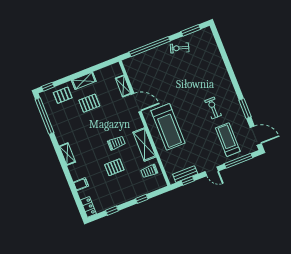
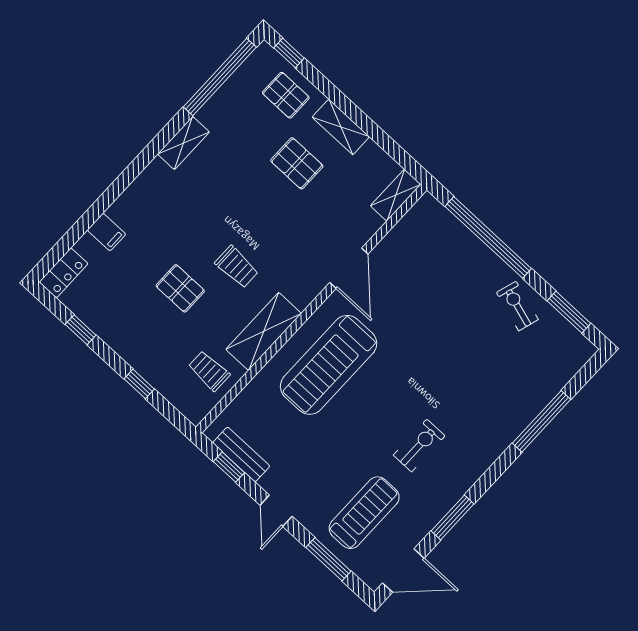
window: (226, 59) -> (542, 421), added
shelving: (123, 86) -> (396, 195), moved
door: (256, 136) -> (403, 571), hinge flipped
shelving: (67, 154) -> (183, 143), moved
window: (238, 161) -> (328, 559), width x0.69

